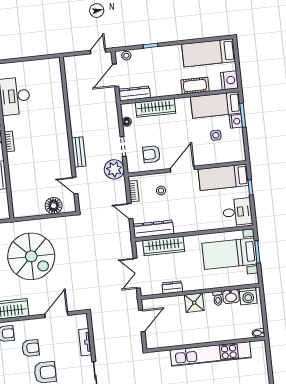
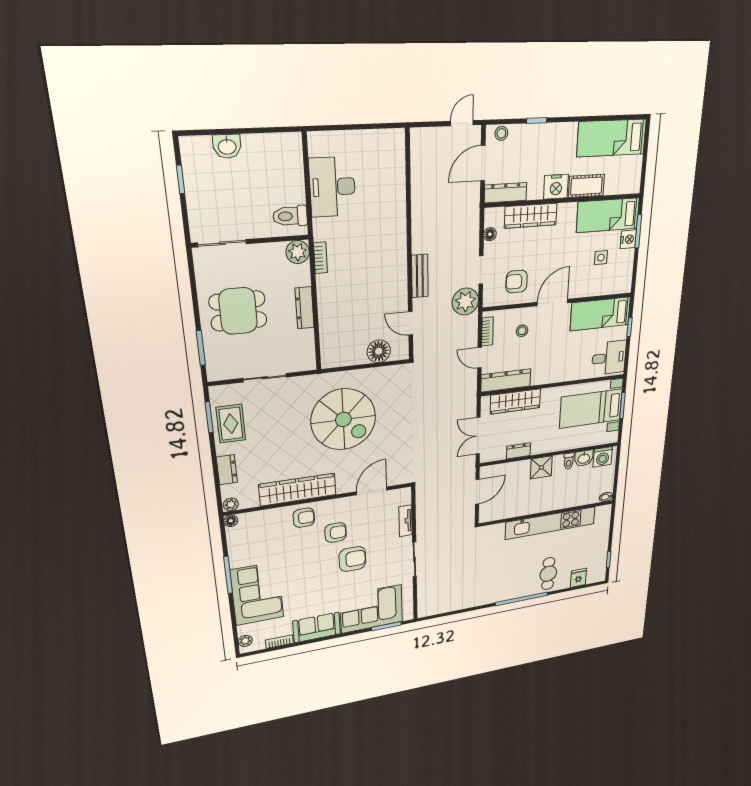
nightstand: (229, 80) -> (556, 187), moved, turned 90

